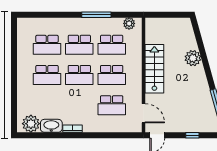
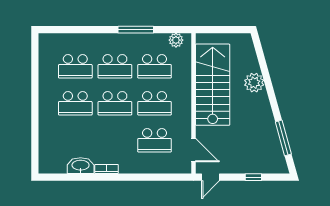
stairs: (154, 69) -> (213, 85), width x1.36, depth x1.51
plant: (31, 124) -> (56, 163), removed

